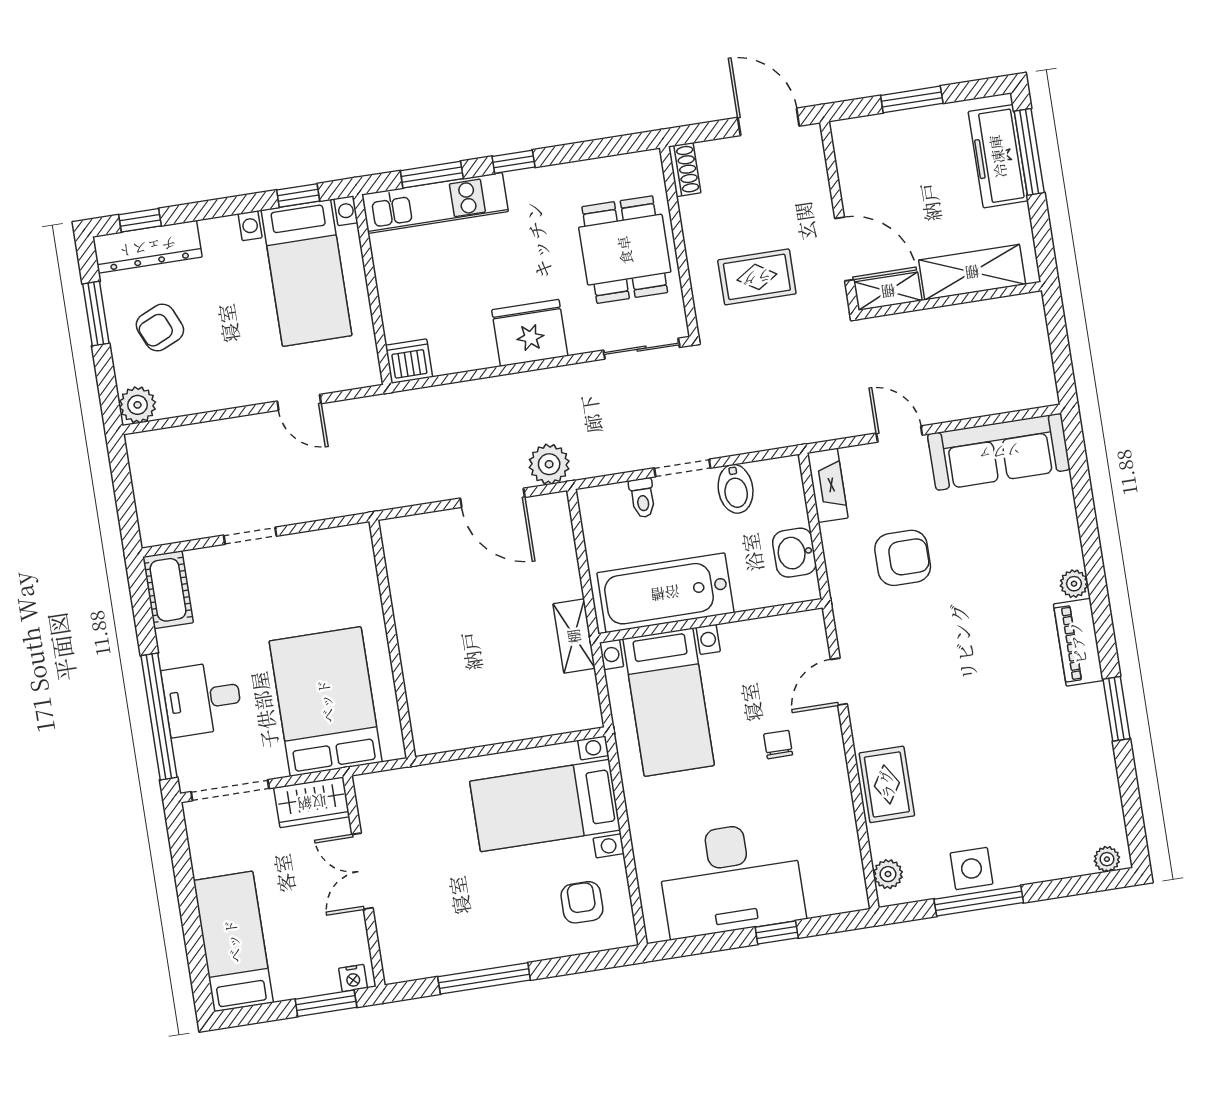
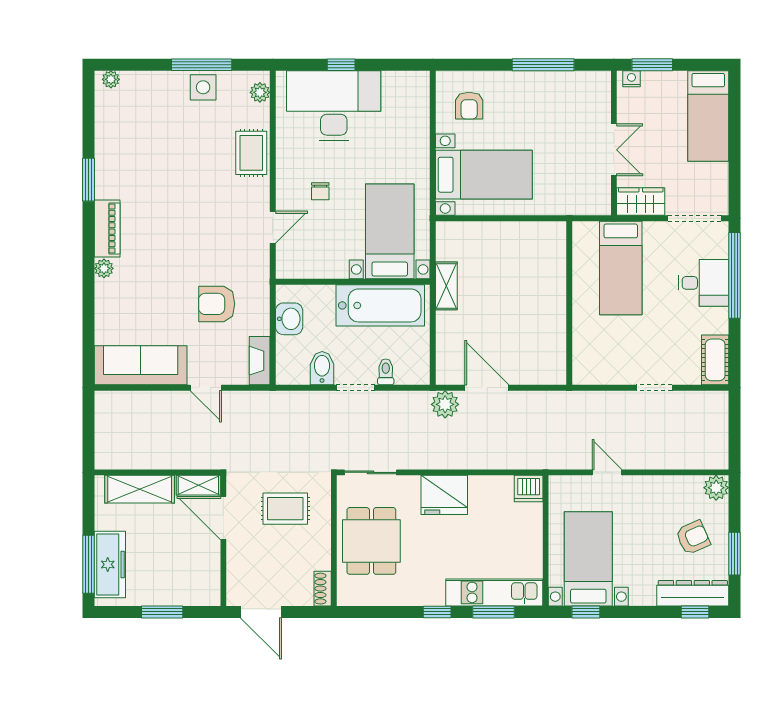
bed: (326, 701) -> (621, 268), width x0.67
desk: (731, 879) -> (334, 106), moved

